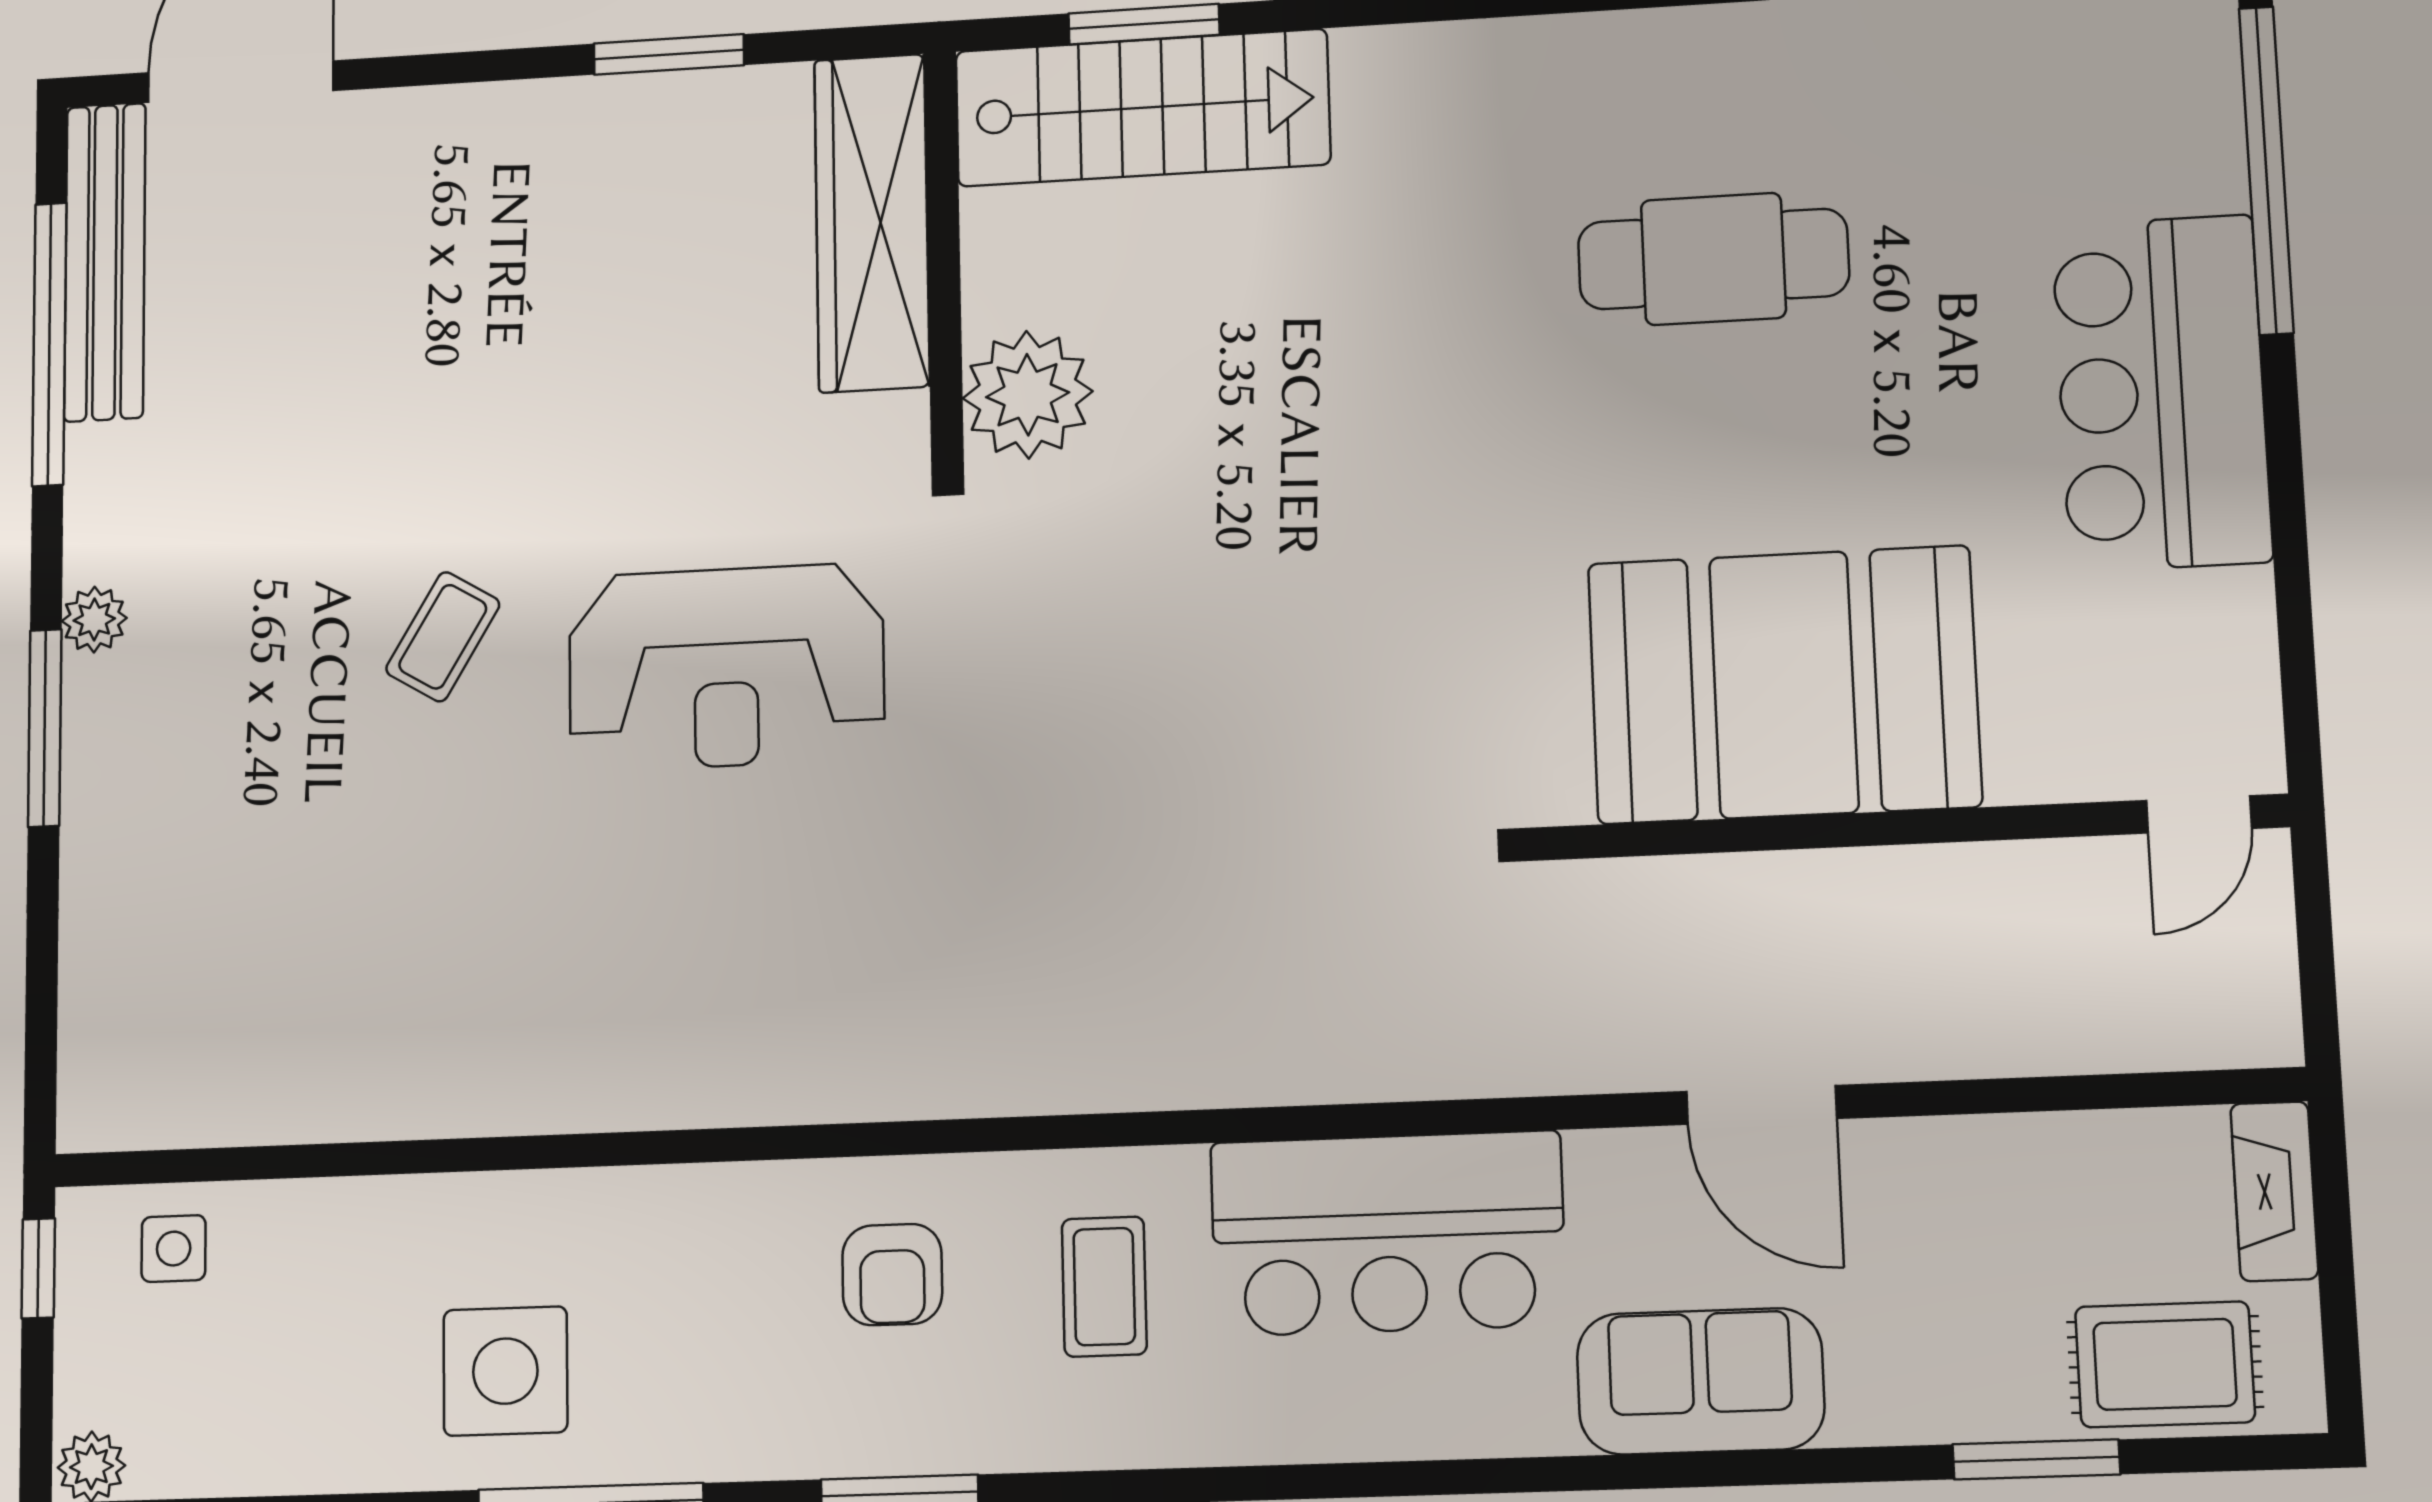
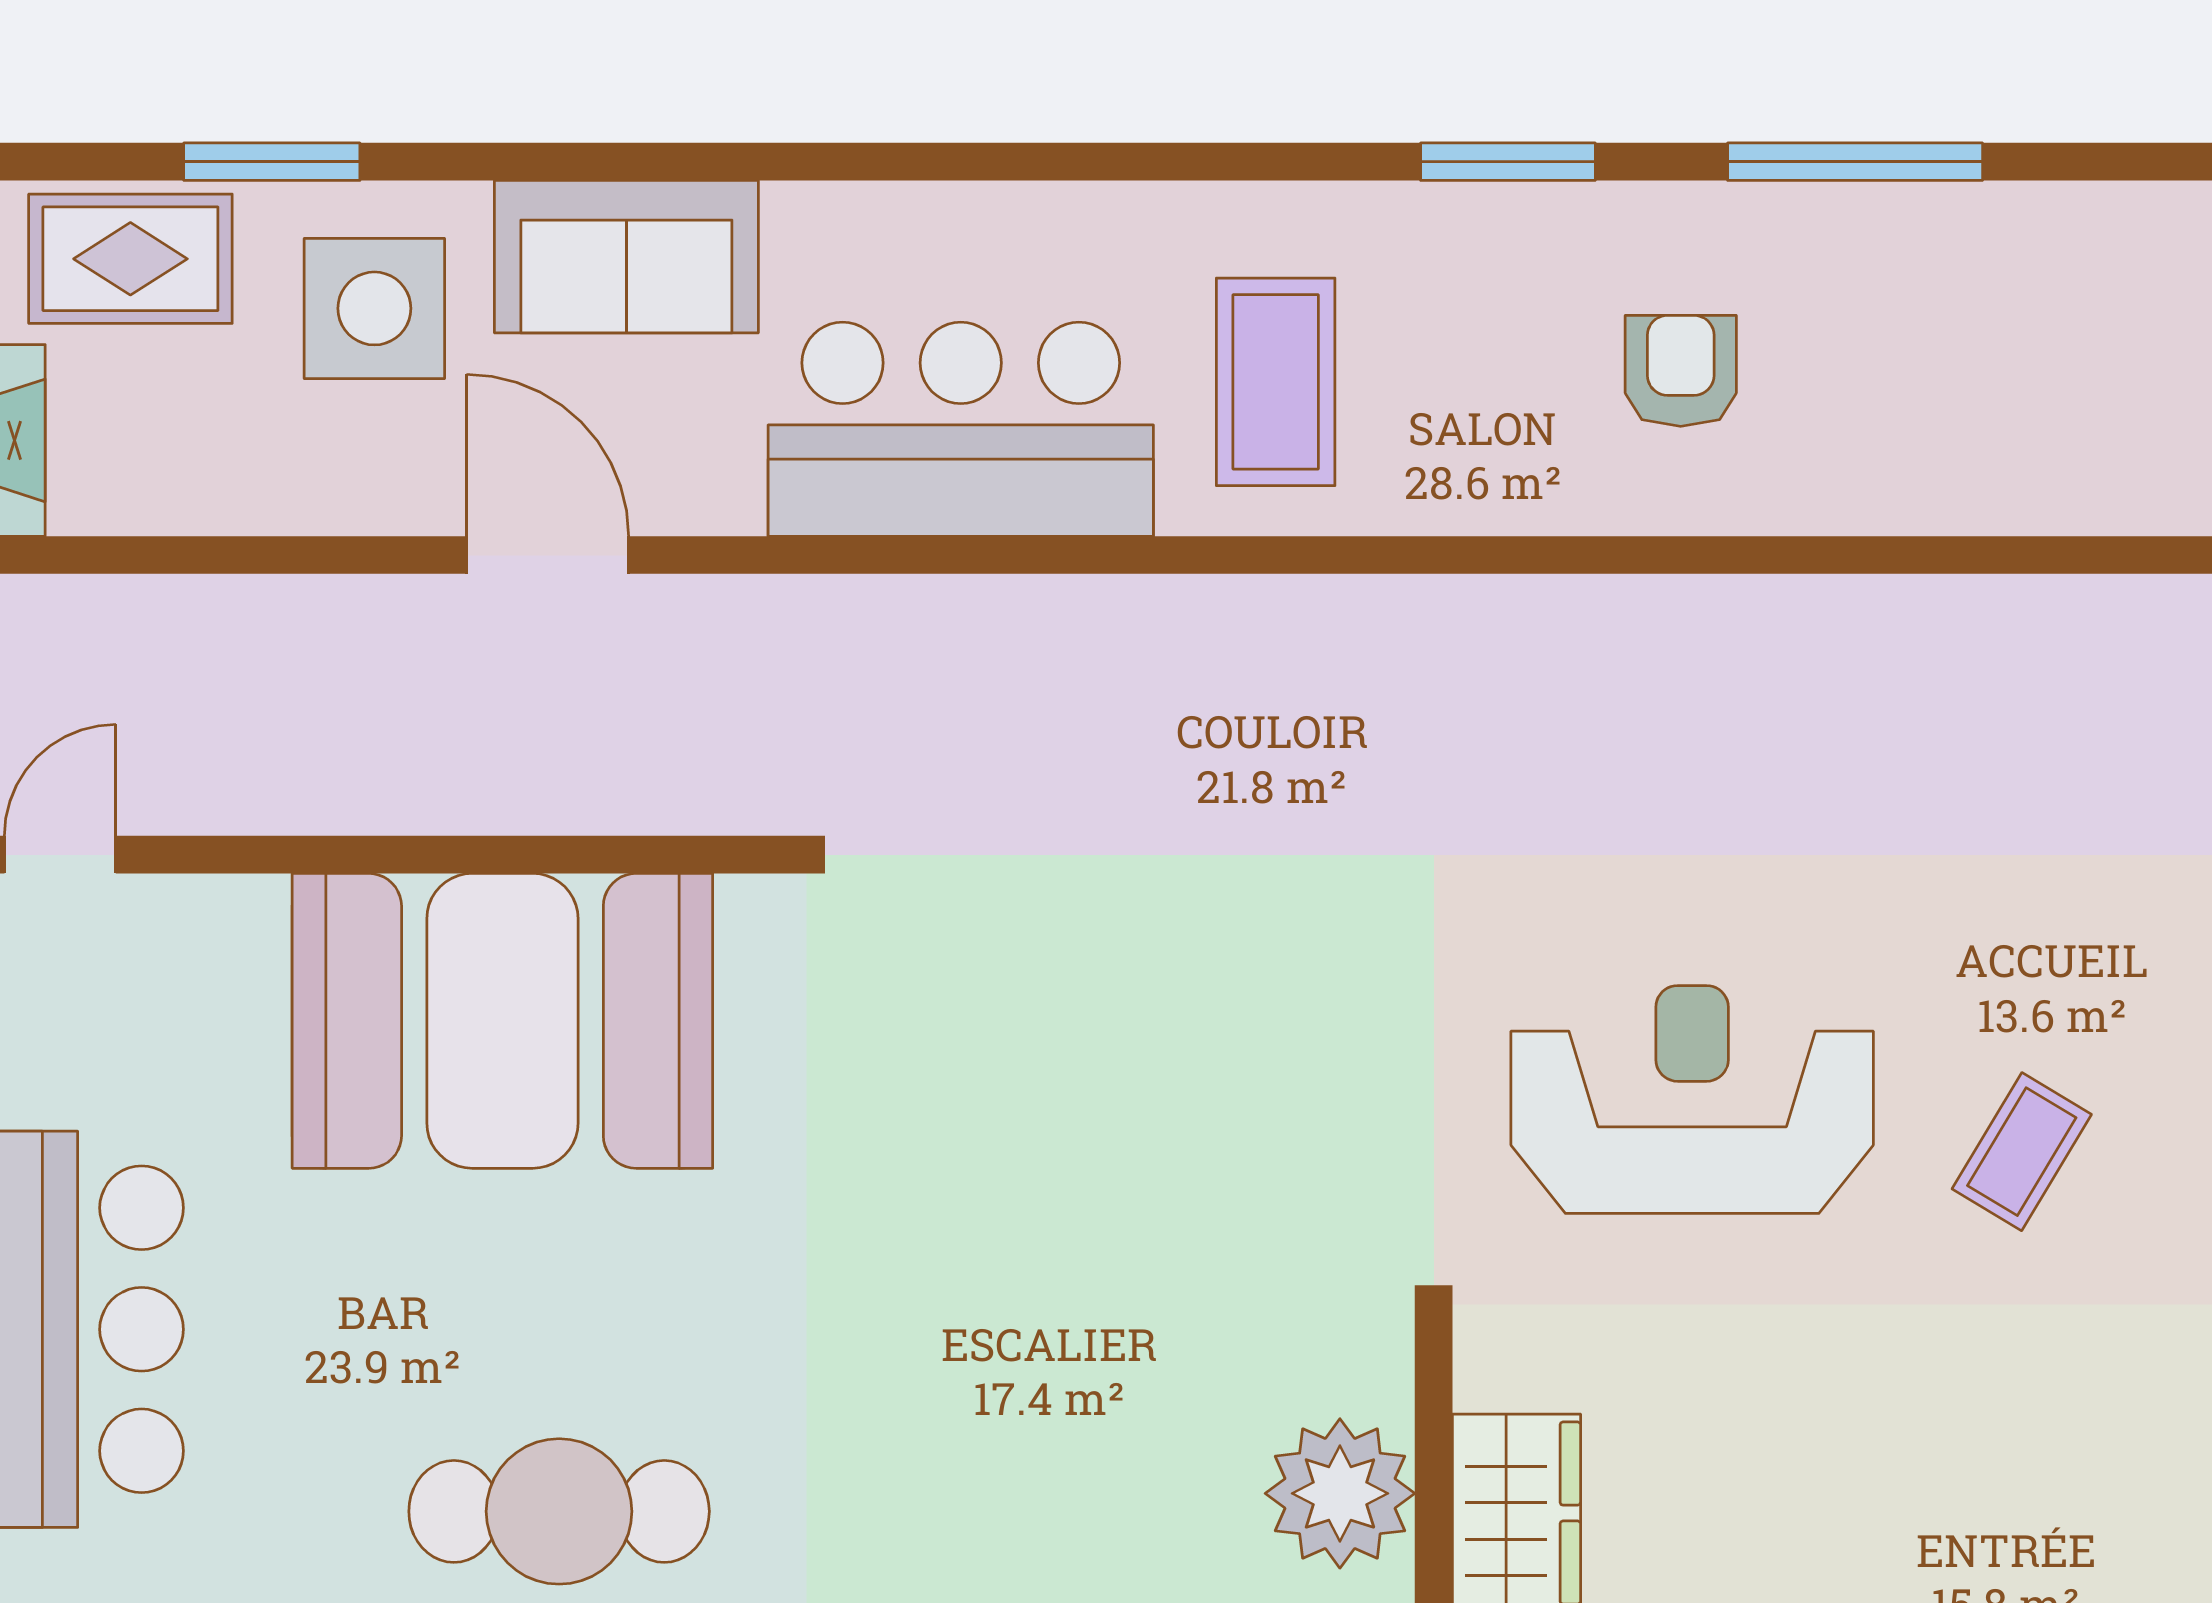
plant: (1028, 395) -> (1340, 1493), moved
armchair: (892, 1275) -> (1681, 371), moved
coffee table: (1104, 1287) -> (1276, 382), width x1.36, depth x1.30
side table: (505, 1371) -> (374, 308), moved

